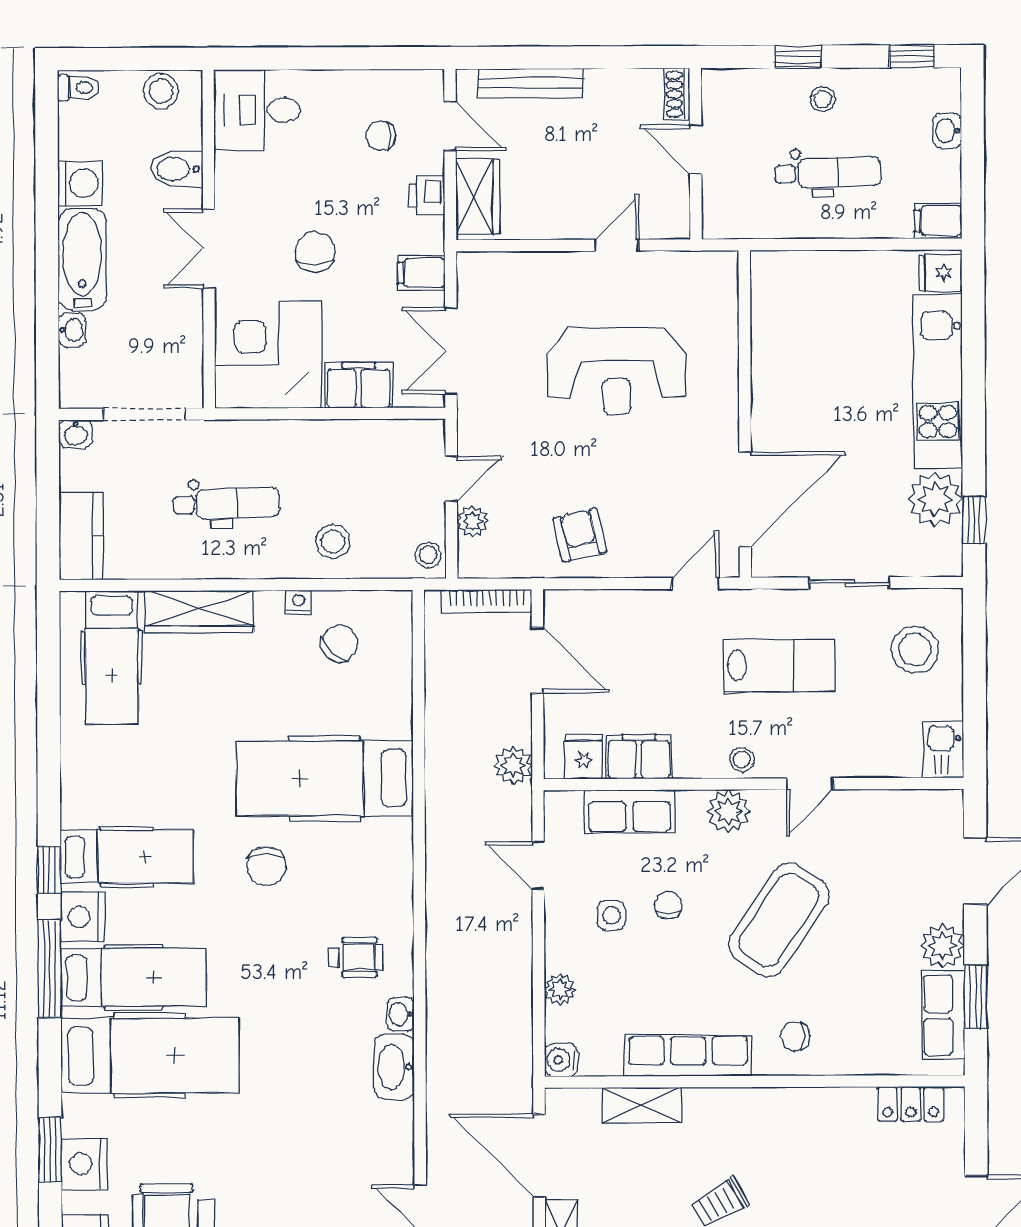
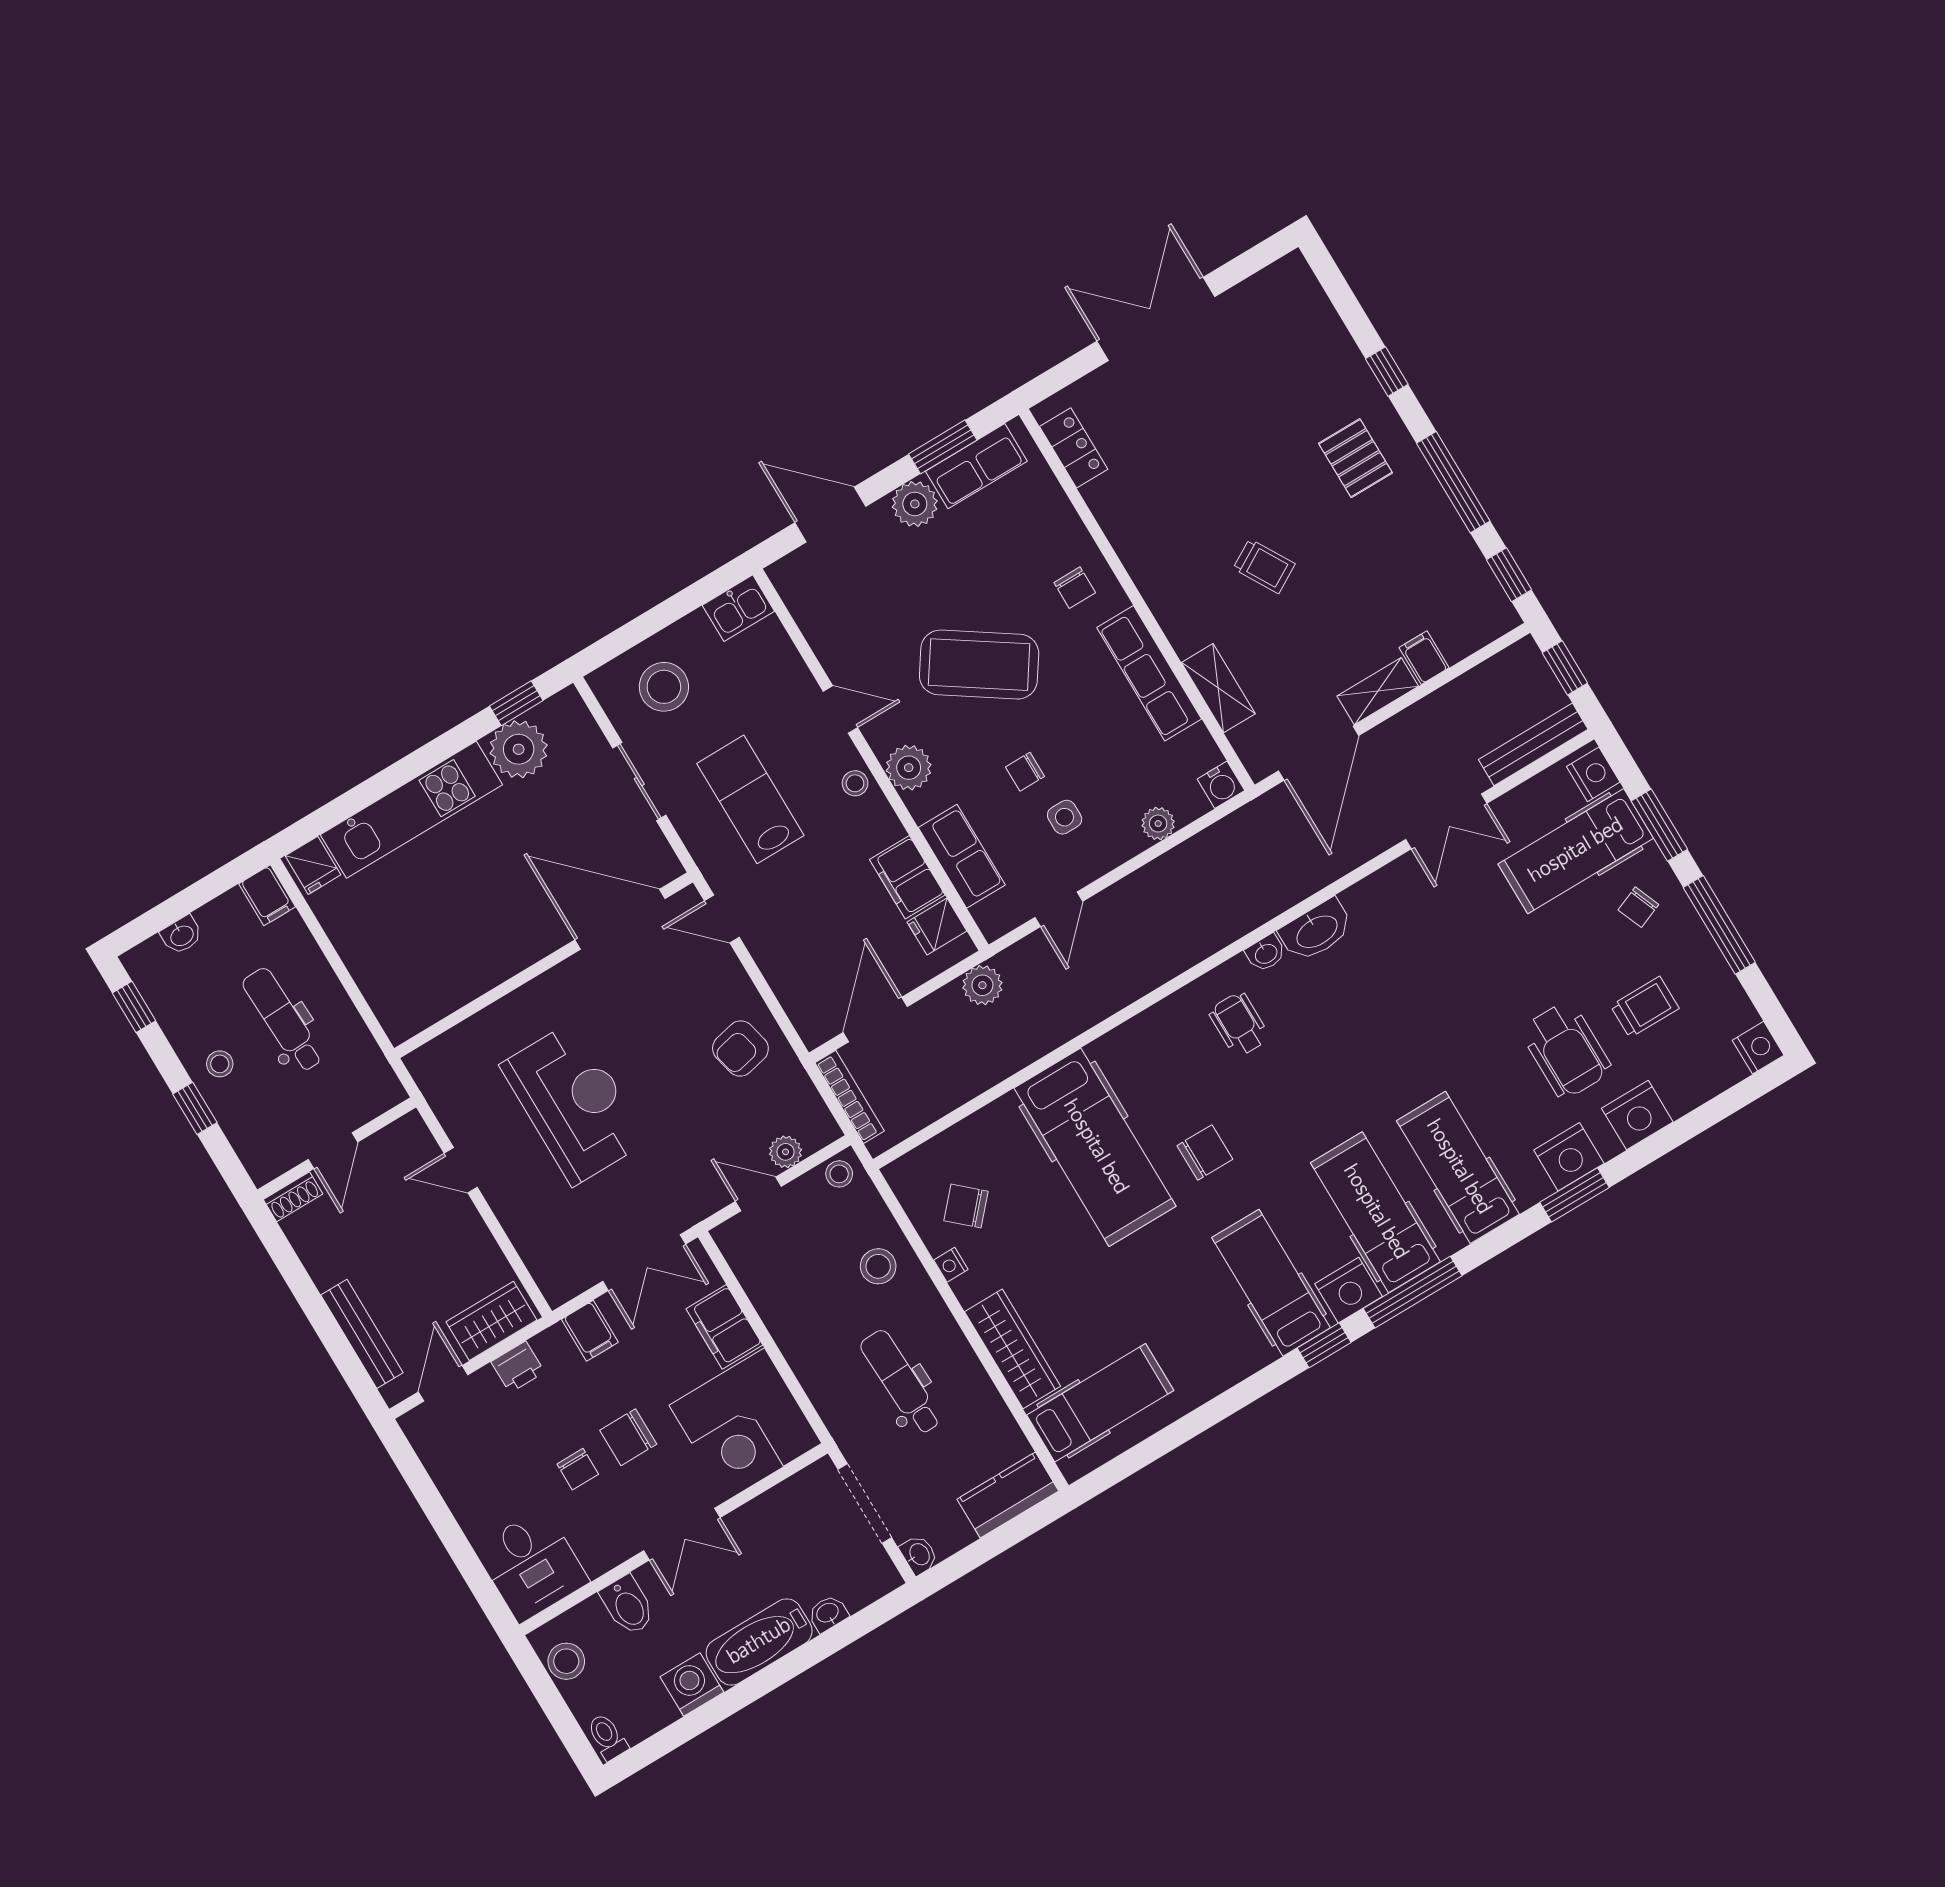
chair: (381, 136) -> (578, 1469), moved
hospital bed: (150, 1056) -> (1458, 1167), width x0.73, depth x0.78

